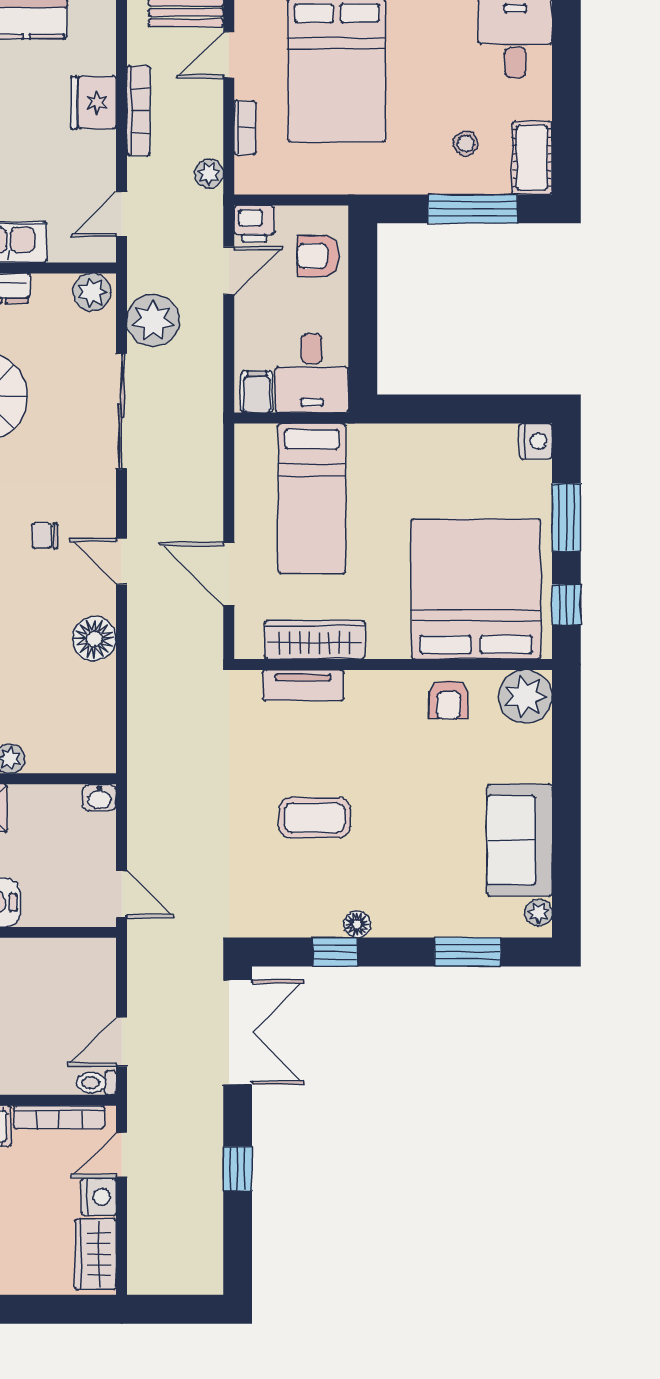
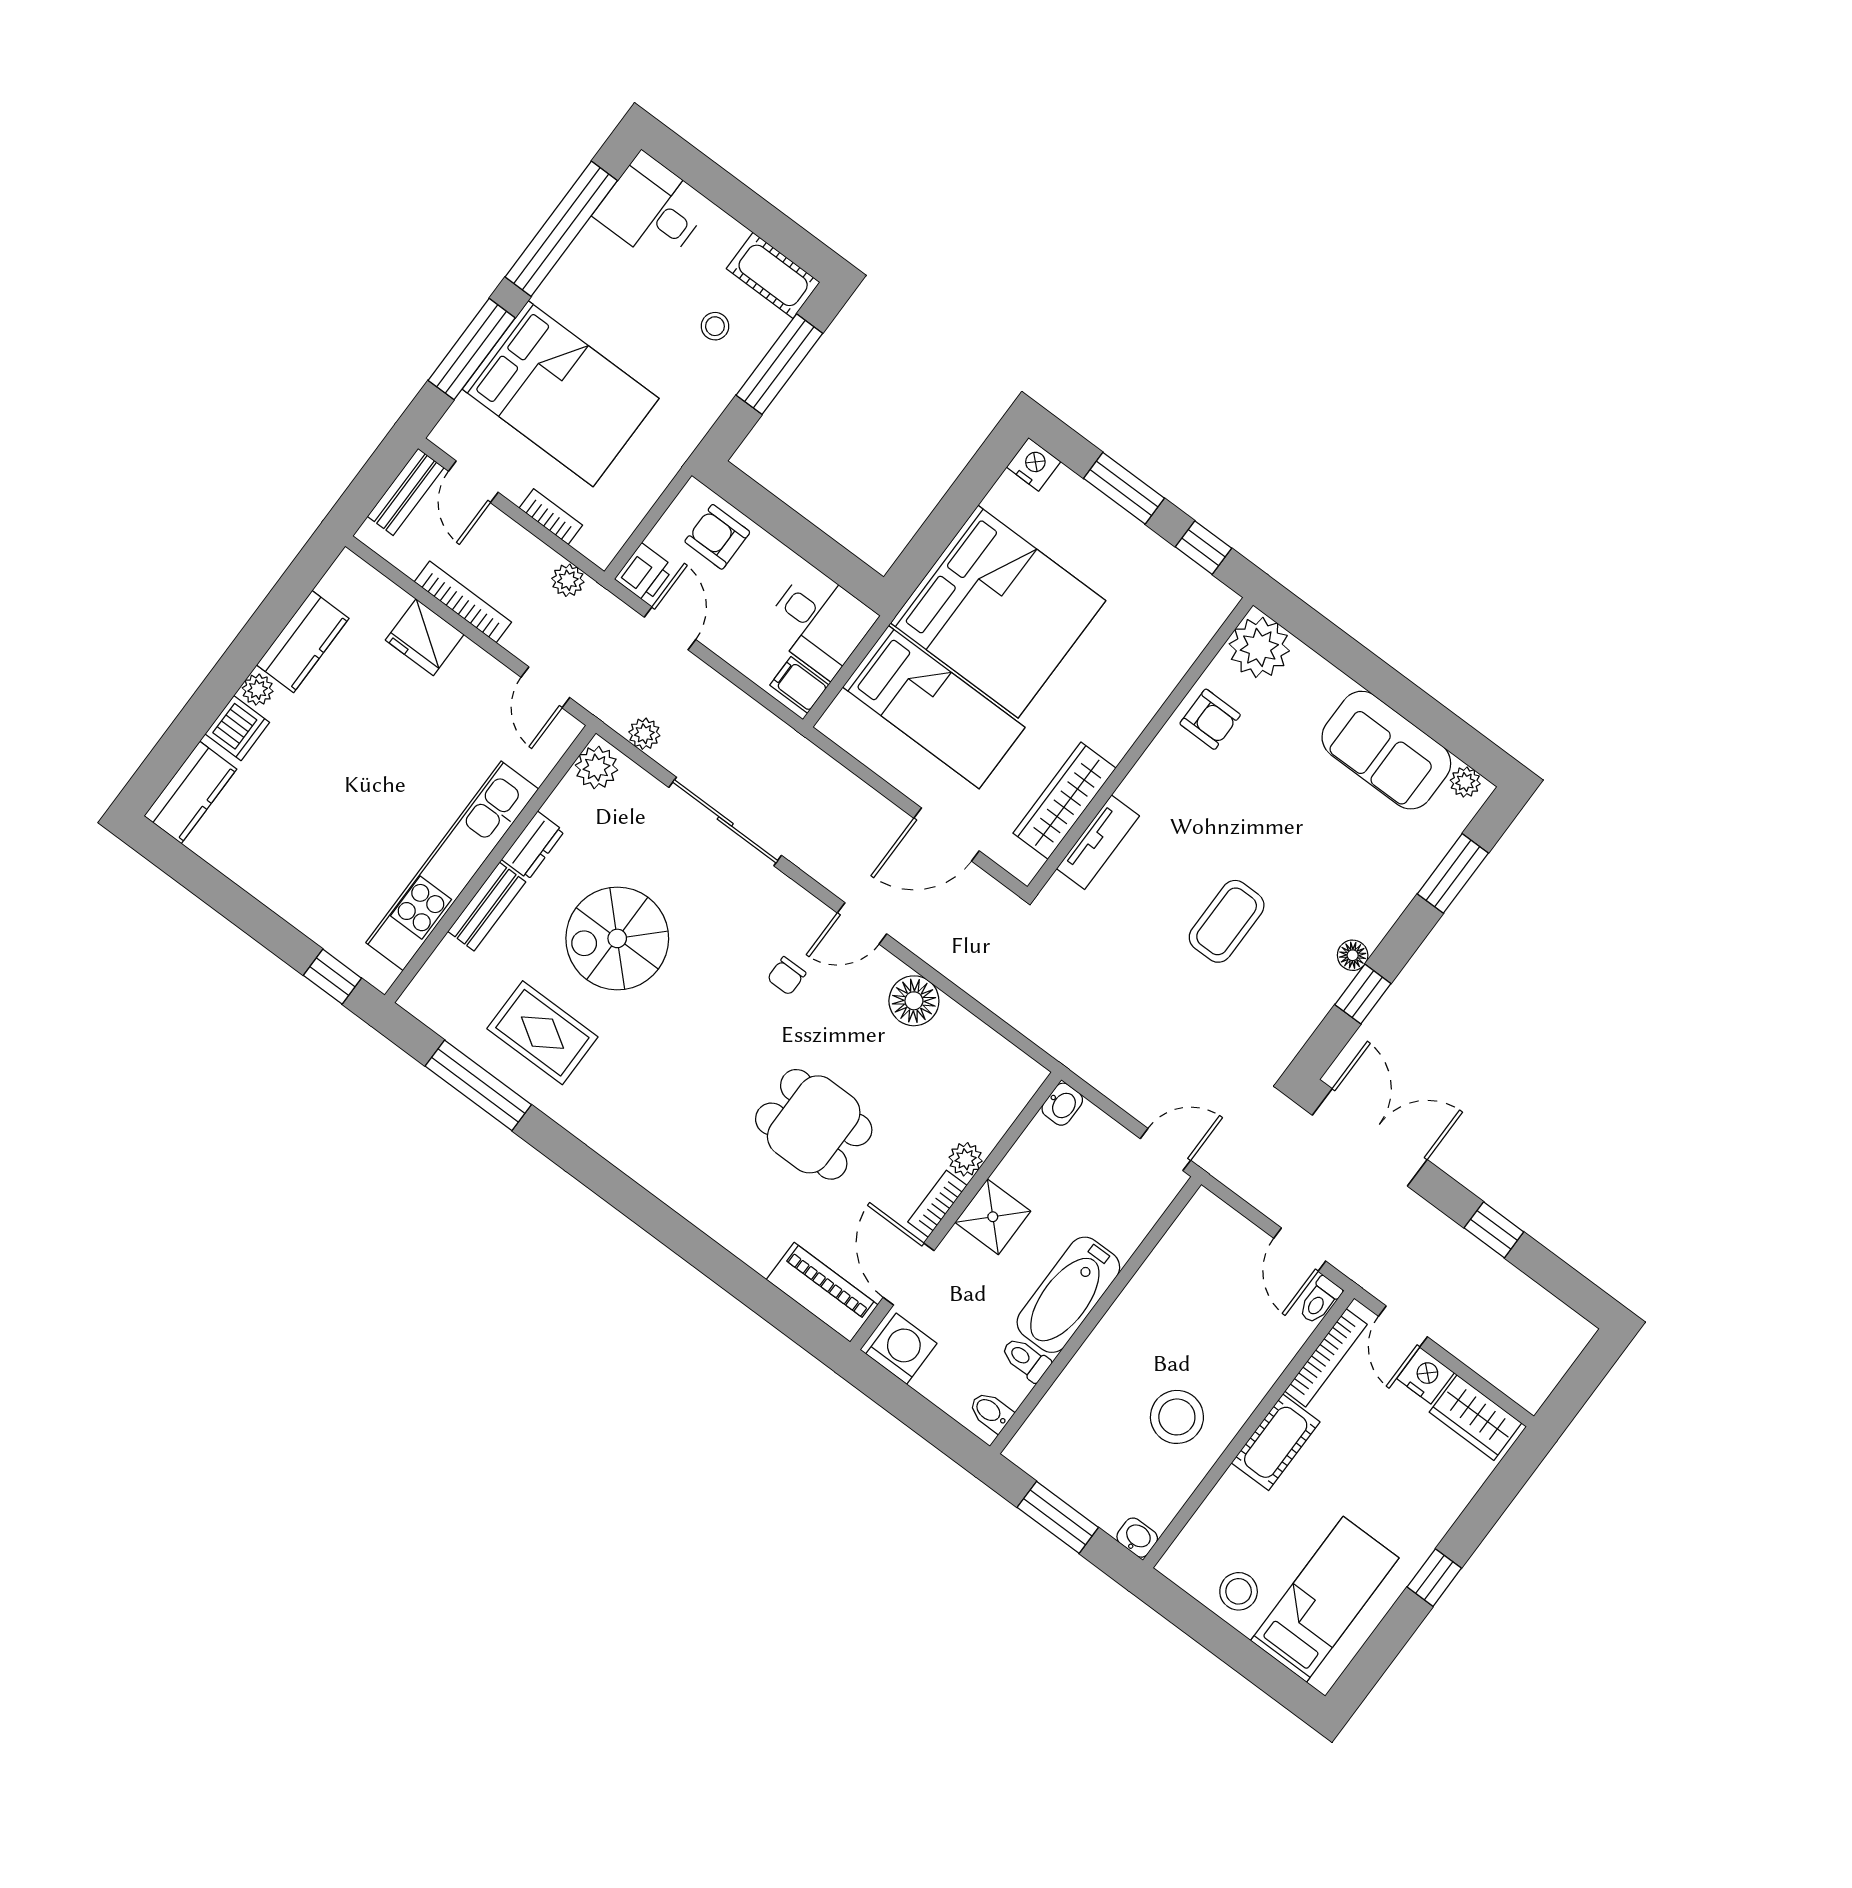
armchair: (318, 256) -> (717, 537), turned 90
plant: (153, 320) -> (644, 734), width x0.53, depth x0.53
bed: (476, 589) -> (998, 612), moved, turned 180

